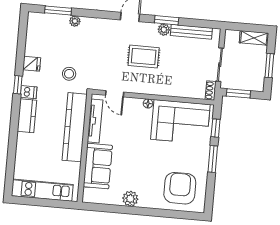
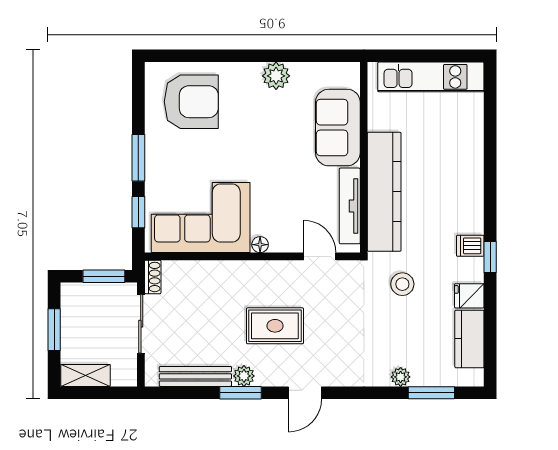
kitchen counter: (27, 116) -> (469, 339), moved
armchair: (180, 188) -> (191, 102), turned -90

